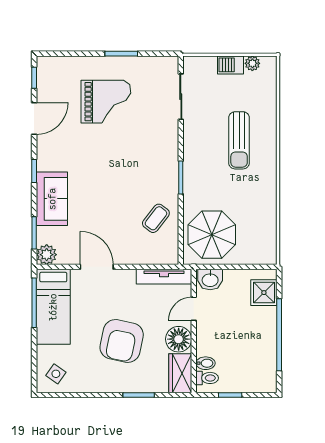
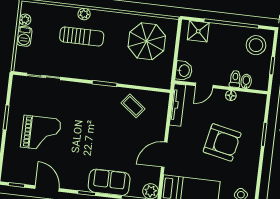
grand piano: (106, 102) -> (41, 133), turned 90
plant: (269, 140) -> (84, 14), added
parasol: (212, 235) -> (147, 41), moved
door: (194, 309) -> (204, 85), hinge flipped
floor lamp: (179, 339) -> (231, 95), width x0.53, depth x0.53
stool: (255, 371) -> (256, 45), added
wardrobe: (180, 373) -> (251, 101), removed
toilet: (207, 378) -> (235, 79), moved

